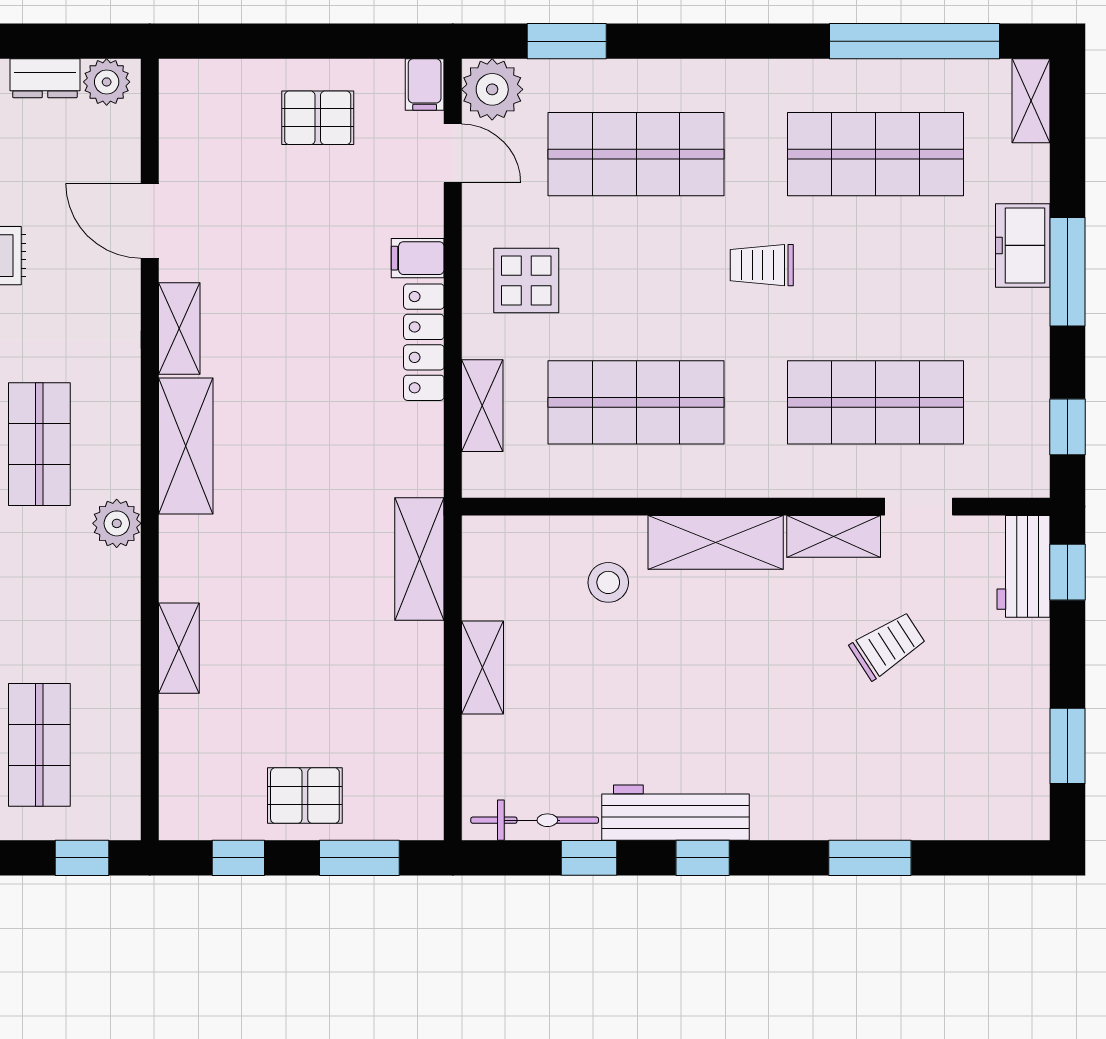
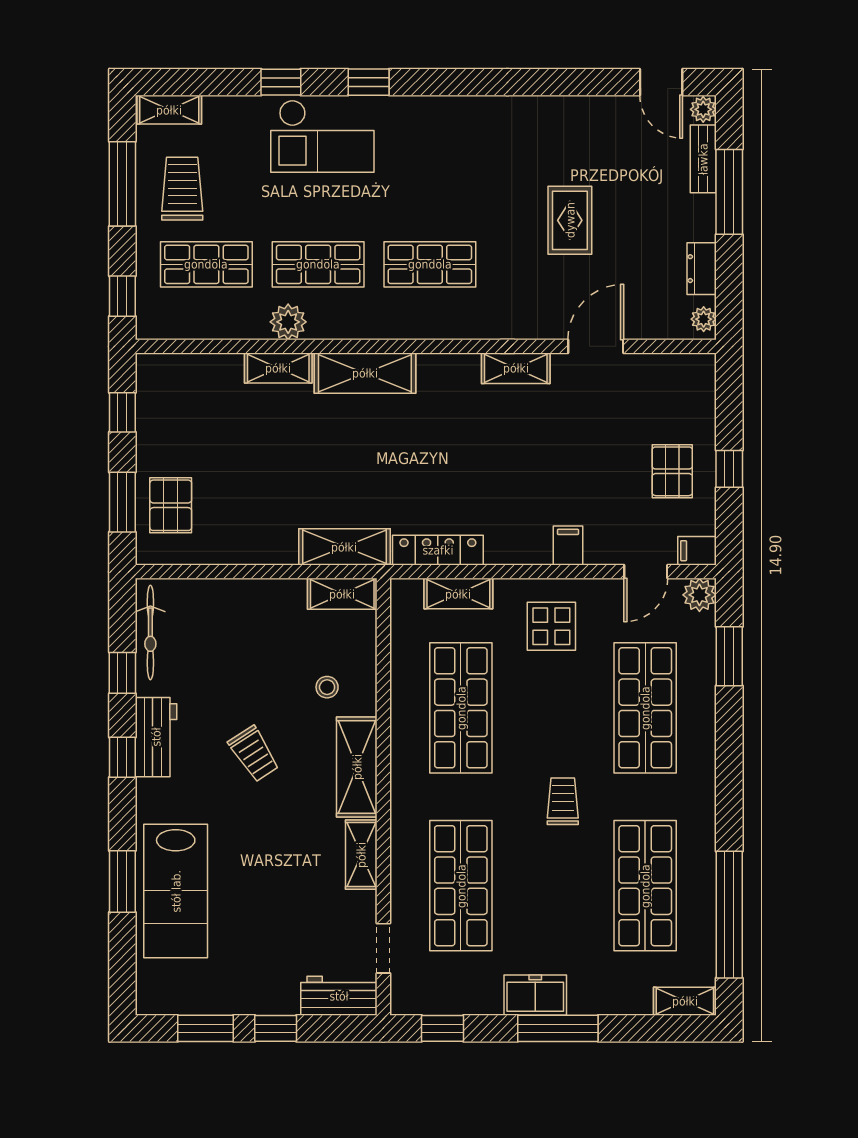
window: (314, 41) -> (729, 469), added
plant: (107, 82) -> (704, 319), width x0.73, depth x0.73
plant: (492, 89) -> (699, 595), width x0.73, depth x0.73
freezer: (1023, 245) -> (535, 995), moved
locker: (424, 342) -> (438, 550), moved
shelving: (186, 446) -> (365, 373), moved
doorway: (919, 507) -> (383, 948), moved
plant: (117, 523) -> (288, 322), moved
window: (1068, 572) -> (276, 1028), moved
stool: (608, 582) -> (327, 687), width x0.73, depth x0.73
shop shelf: (39, 594) -> (318, 264), added
trolley: (888, 646) -> (254, 754), moved
shelving: (483, 668) -> (342, 594), moved
lab bench: (883, 786) -> (176, 891), added
pallet: (305, 796) -> (171, 505), moved
workbench: (676, 813) -> (156, 737), width x0.73

